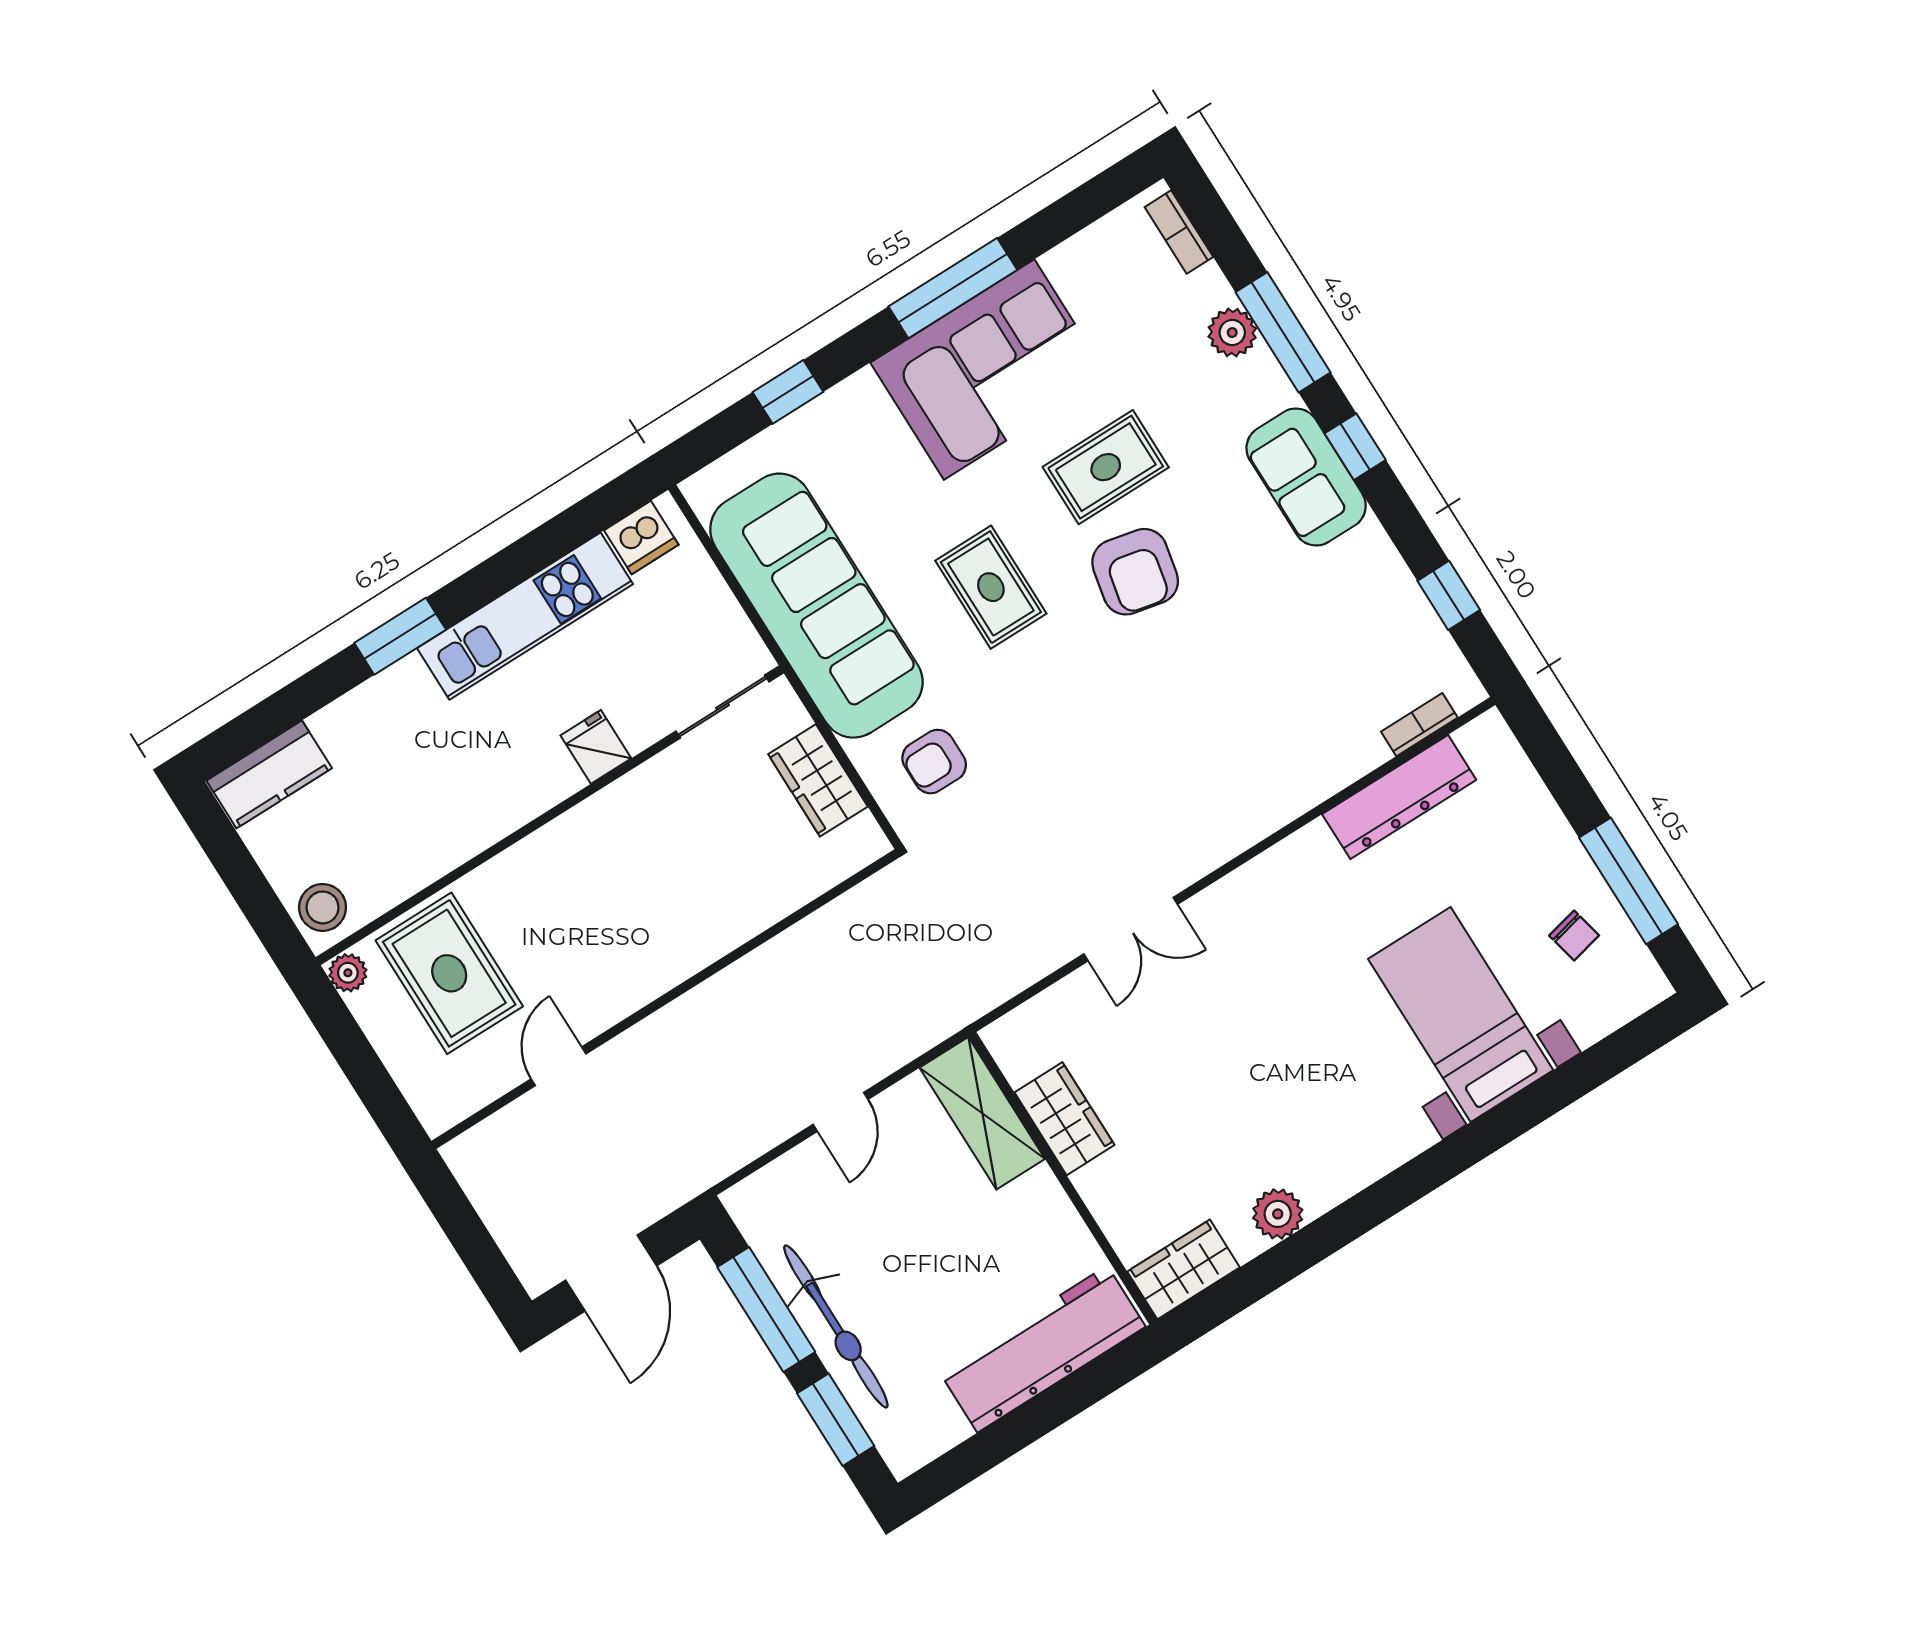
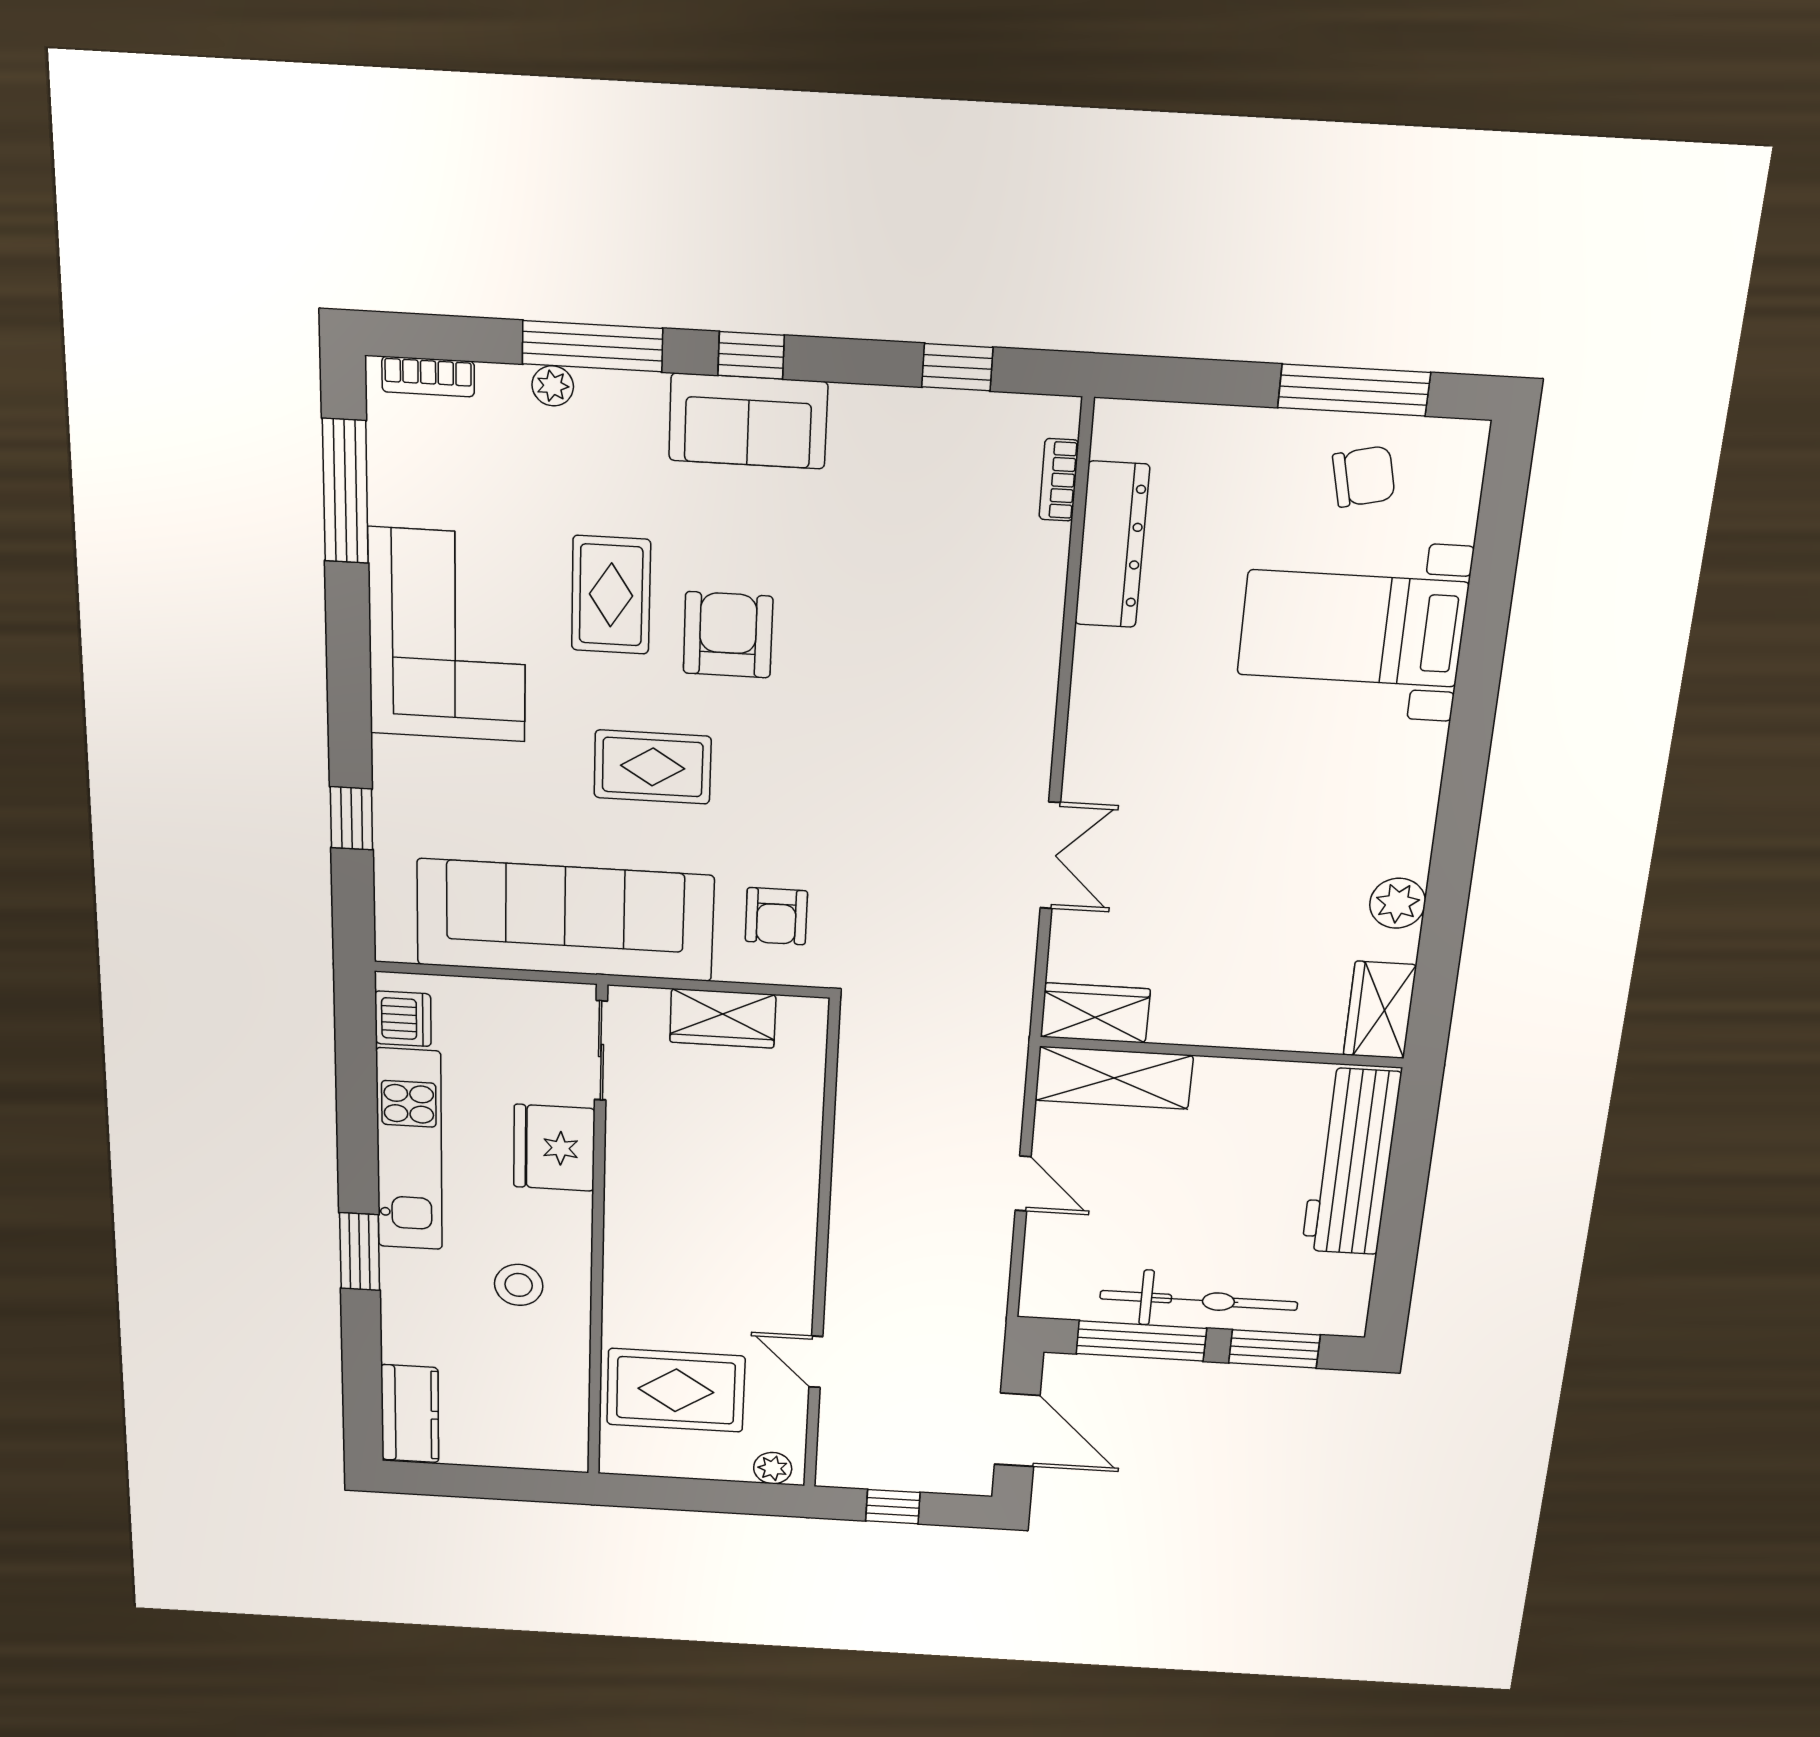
window: (953, 288) -> (345, 491), moved
plant: (1232, 333) -> (553, 386), width x0.73, depth x0.73
armchair: (1135, 572) -> (728, 635), turned -102
fridge: (596, 747) -> (554, 1148), width x1.88, depth x1.34
stool: (323, 907) -> (519, 1285), moved
chair: (1574, 936) -> (1364, 477), width x1.37, depth x1.37
plant: (348, 973) -> (773, 1468), moved
wardrobe: (1064, 1119) -> (1095, 1013), moved
window: (463, 1227) -> (893, 1507), added

